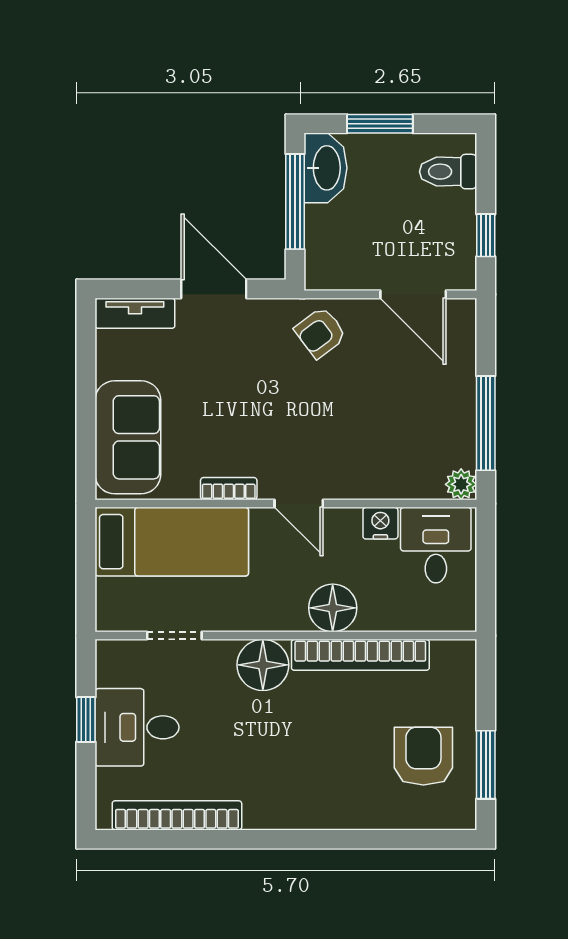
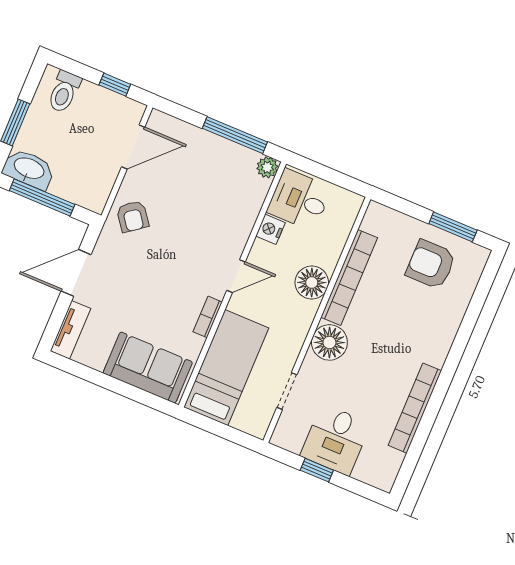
bookcase: (177, 815) -> (415, 408), moved

